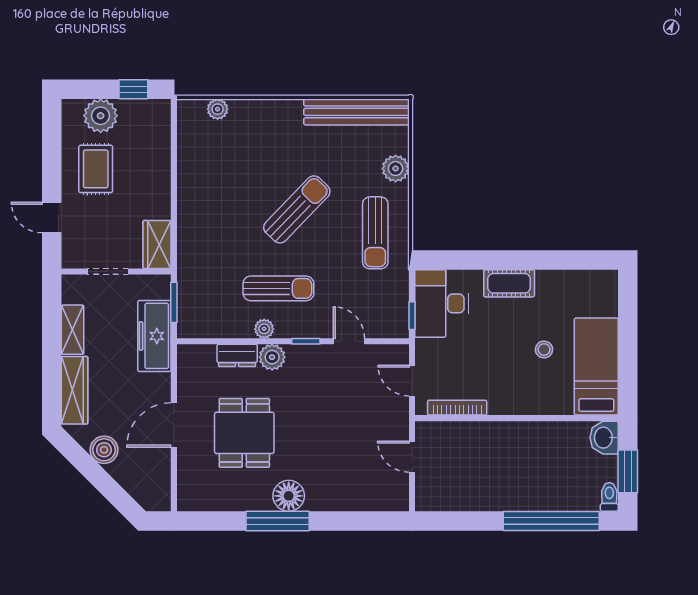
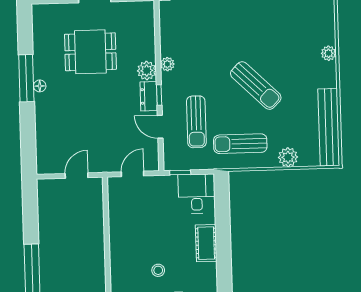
plant: (218, 109) -> (329, 53), moved
sun lounger: (278, 288) -> (196, 122), moved
desk: (441, 303) -> (197, 194), width x0.73
door: (349, 341) -> (160, 127), swing flipped
dresser: (237, 355) -> (149, 96), moved
bookcase: (457, 408) -> (114, 208), removed
floor lamp: (289, 496) -> (40, 86), width x0.53, depth x0.53

